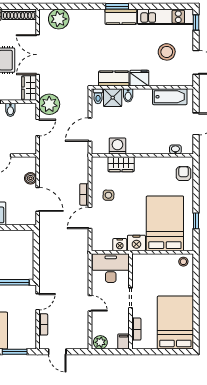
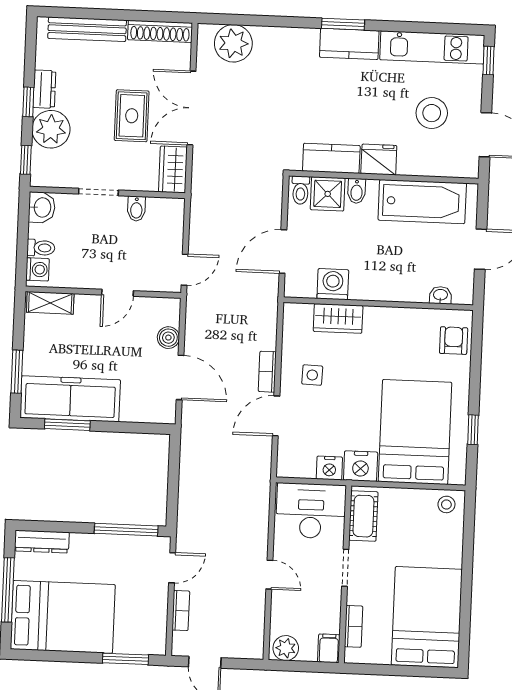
bathtub: (170, 97) -> (422, 202), width x1.36, depth x1.36
plant: (49, 104) -> (209, 201), removed
door: (38, 128) -> (185, 270), moved
cot: (139, 270) -> (363, 516), added

